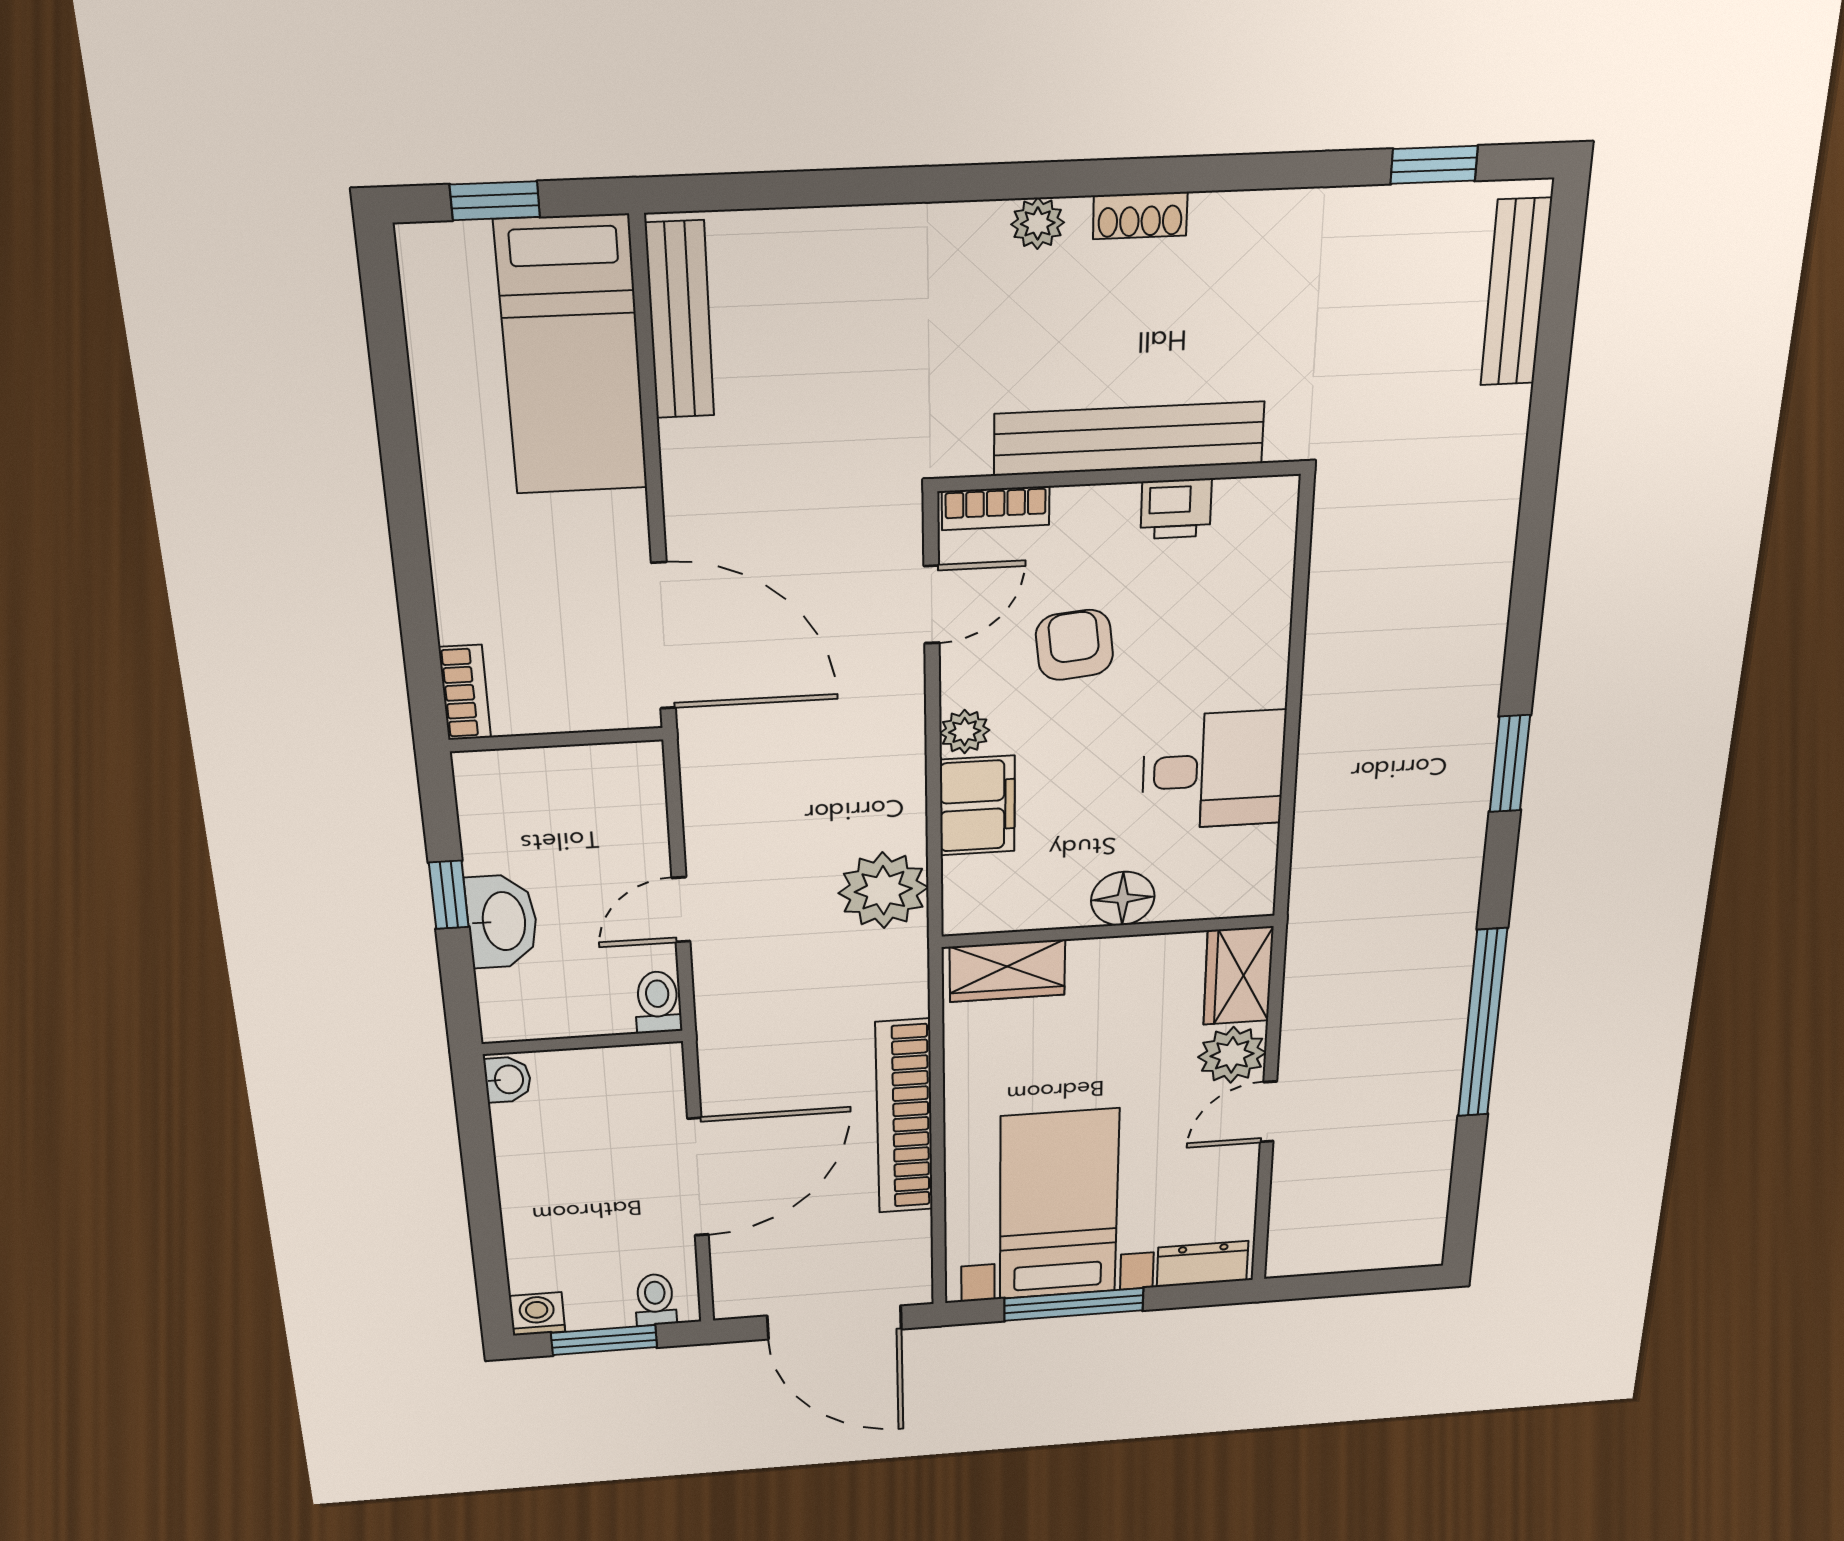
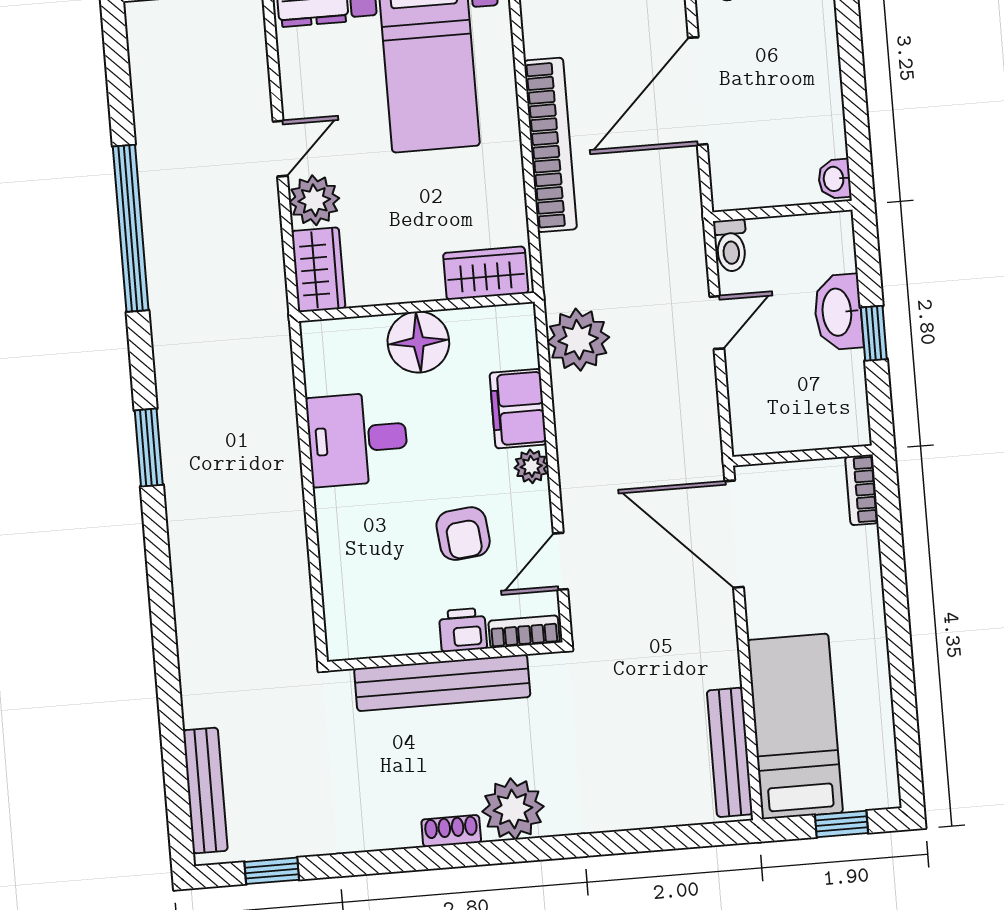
plant: (1038, 223) -> (513, 809), width x1.88, depth x1.88
printer: (1176, 509) -> (463, 630), moved
floor lamp: (1123, 899) -> (418, 342), width x1.38, depth x1.38

